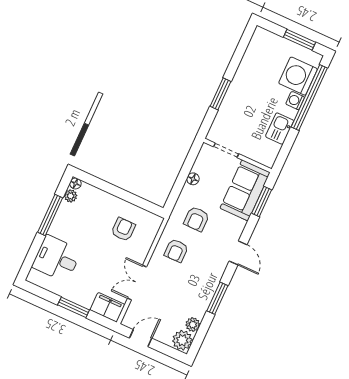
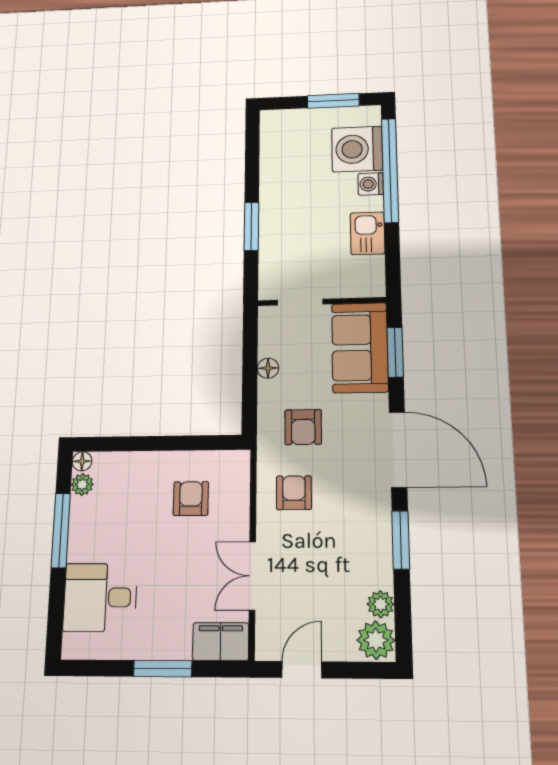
armchair: (176, 251) -> (294, 493), turned 180
door: (238, 253) -> (398, 449), width x1.88

